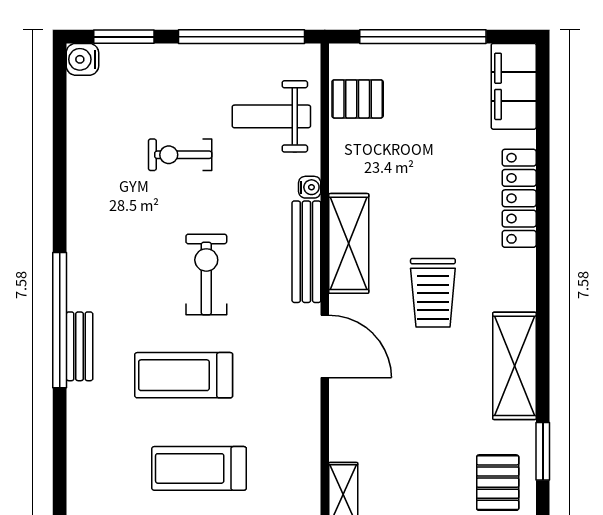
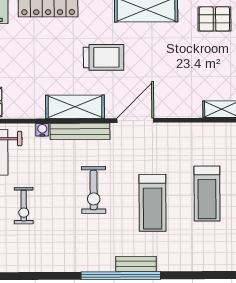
exercise bike: (206, 274) -> (94, 190), turned -90

